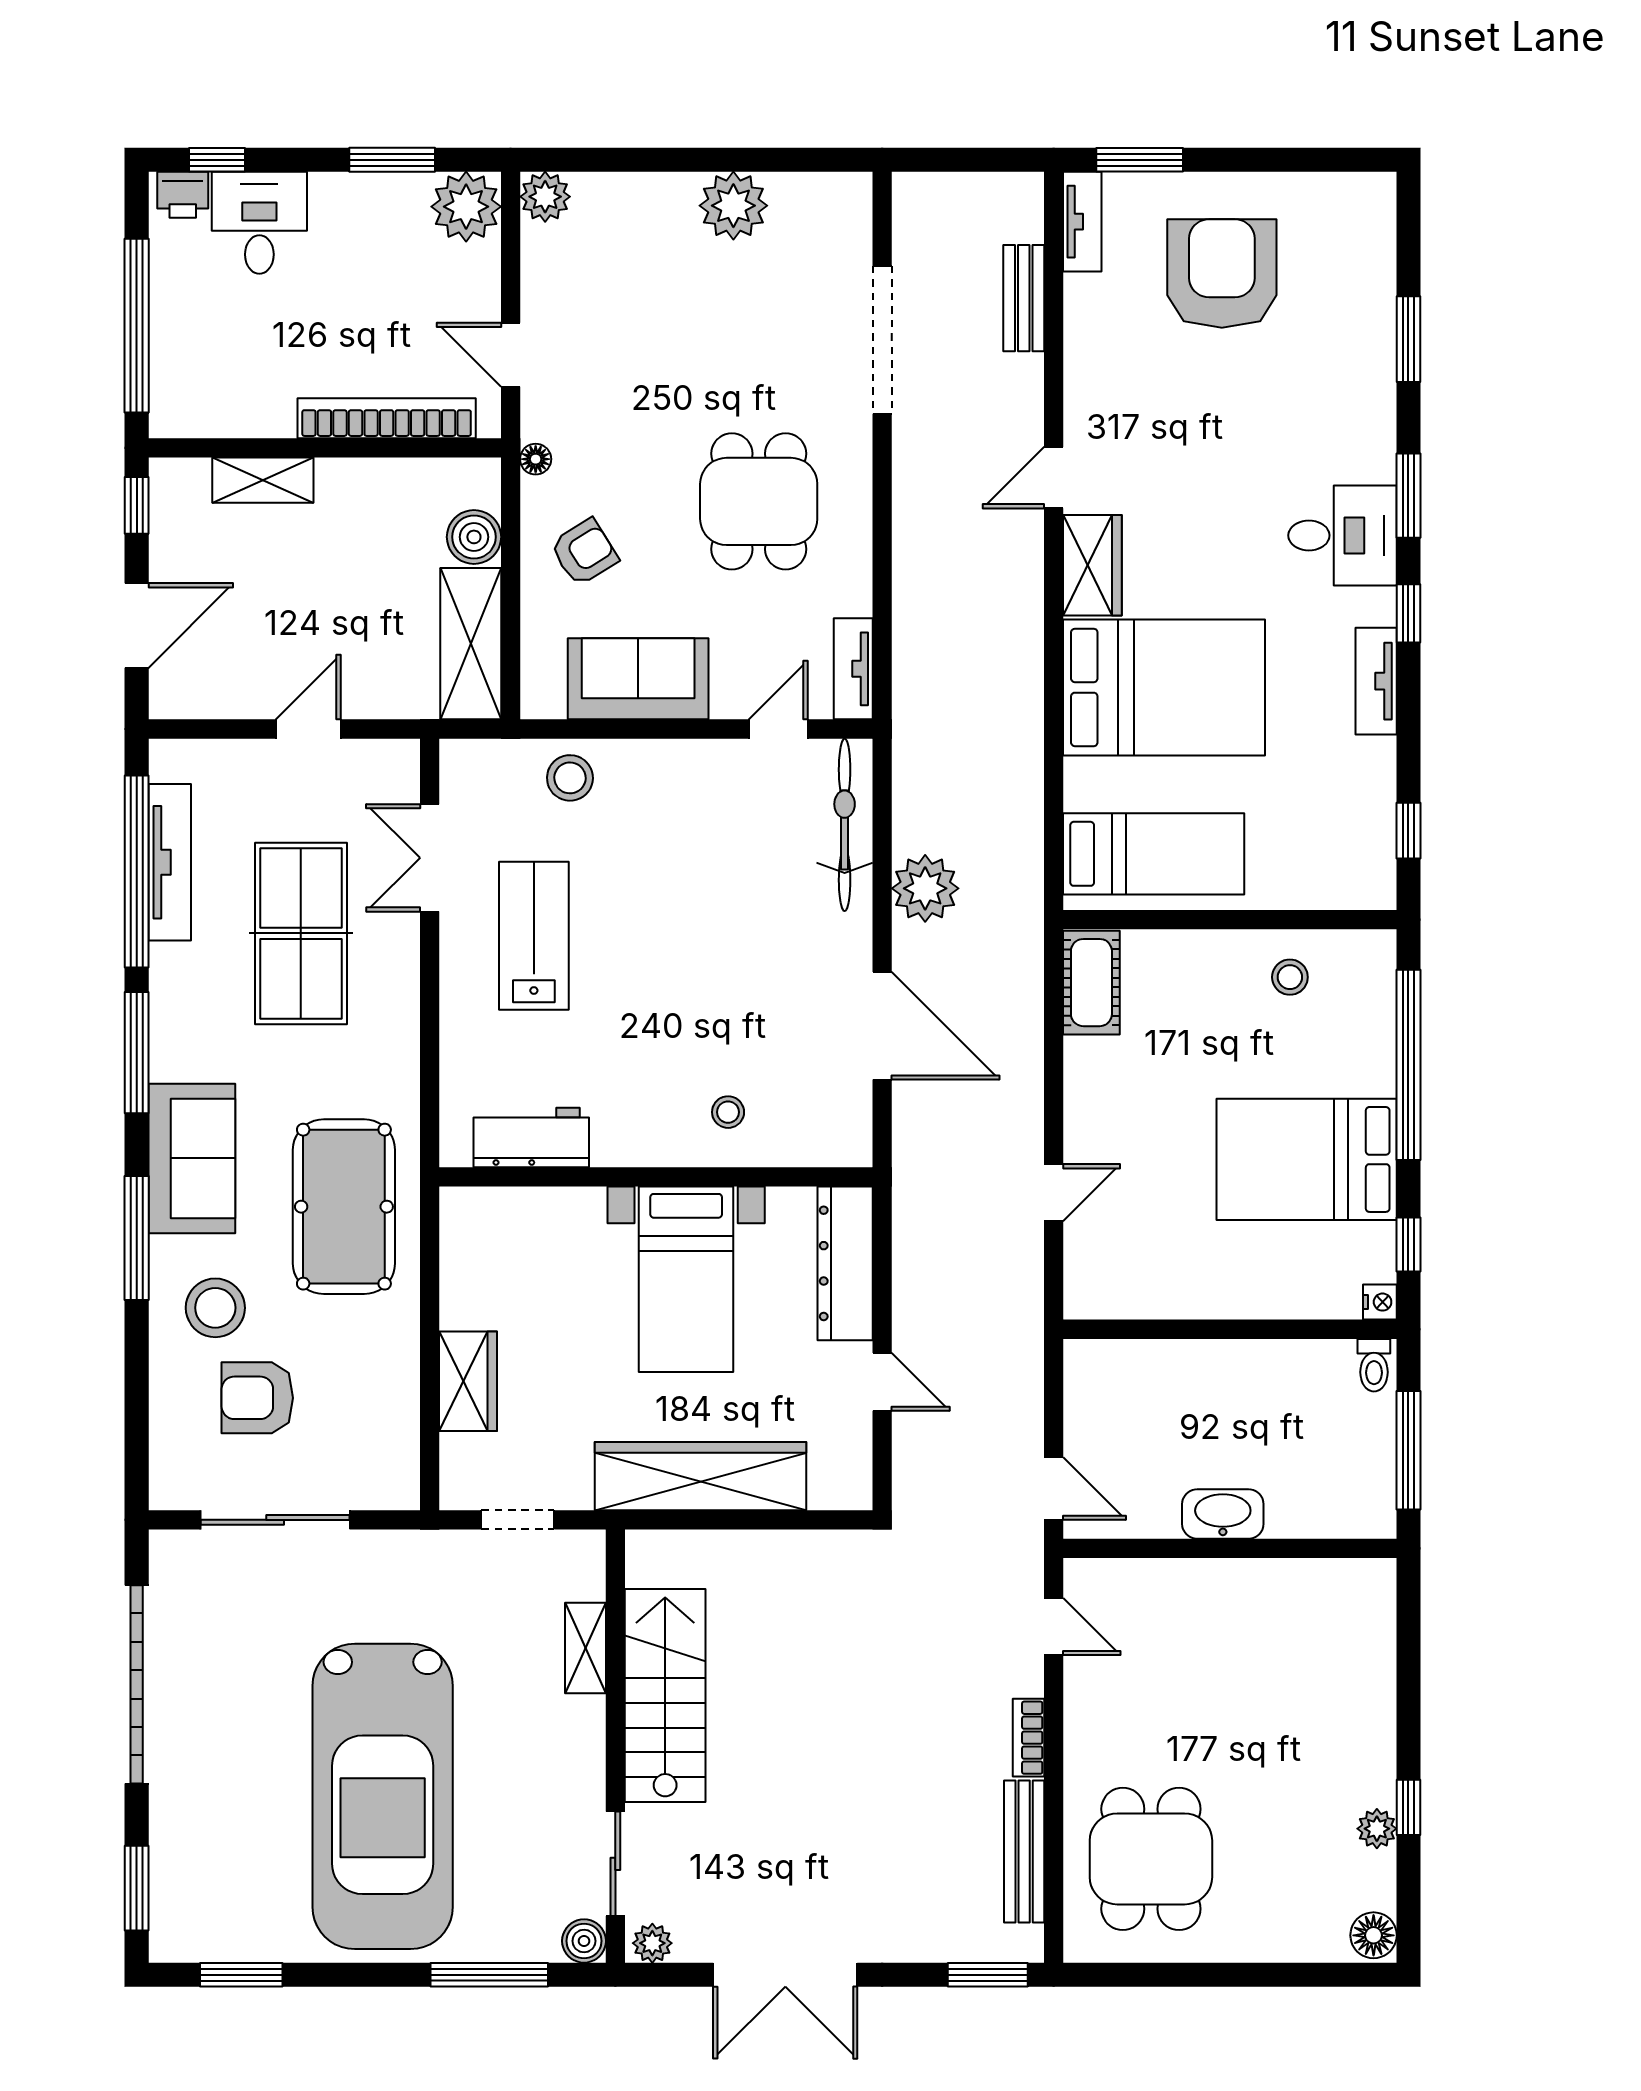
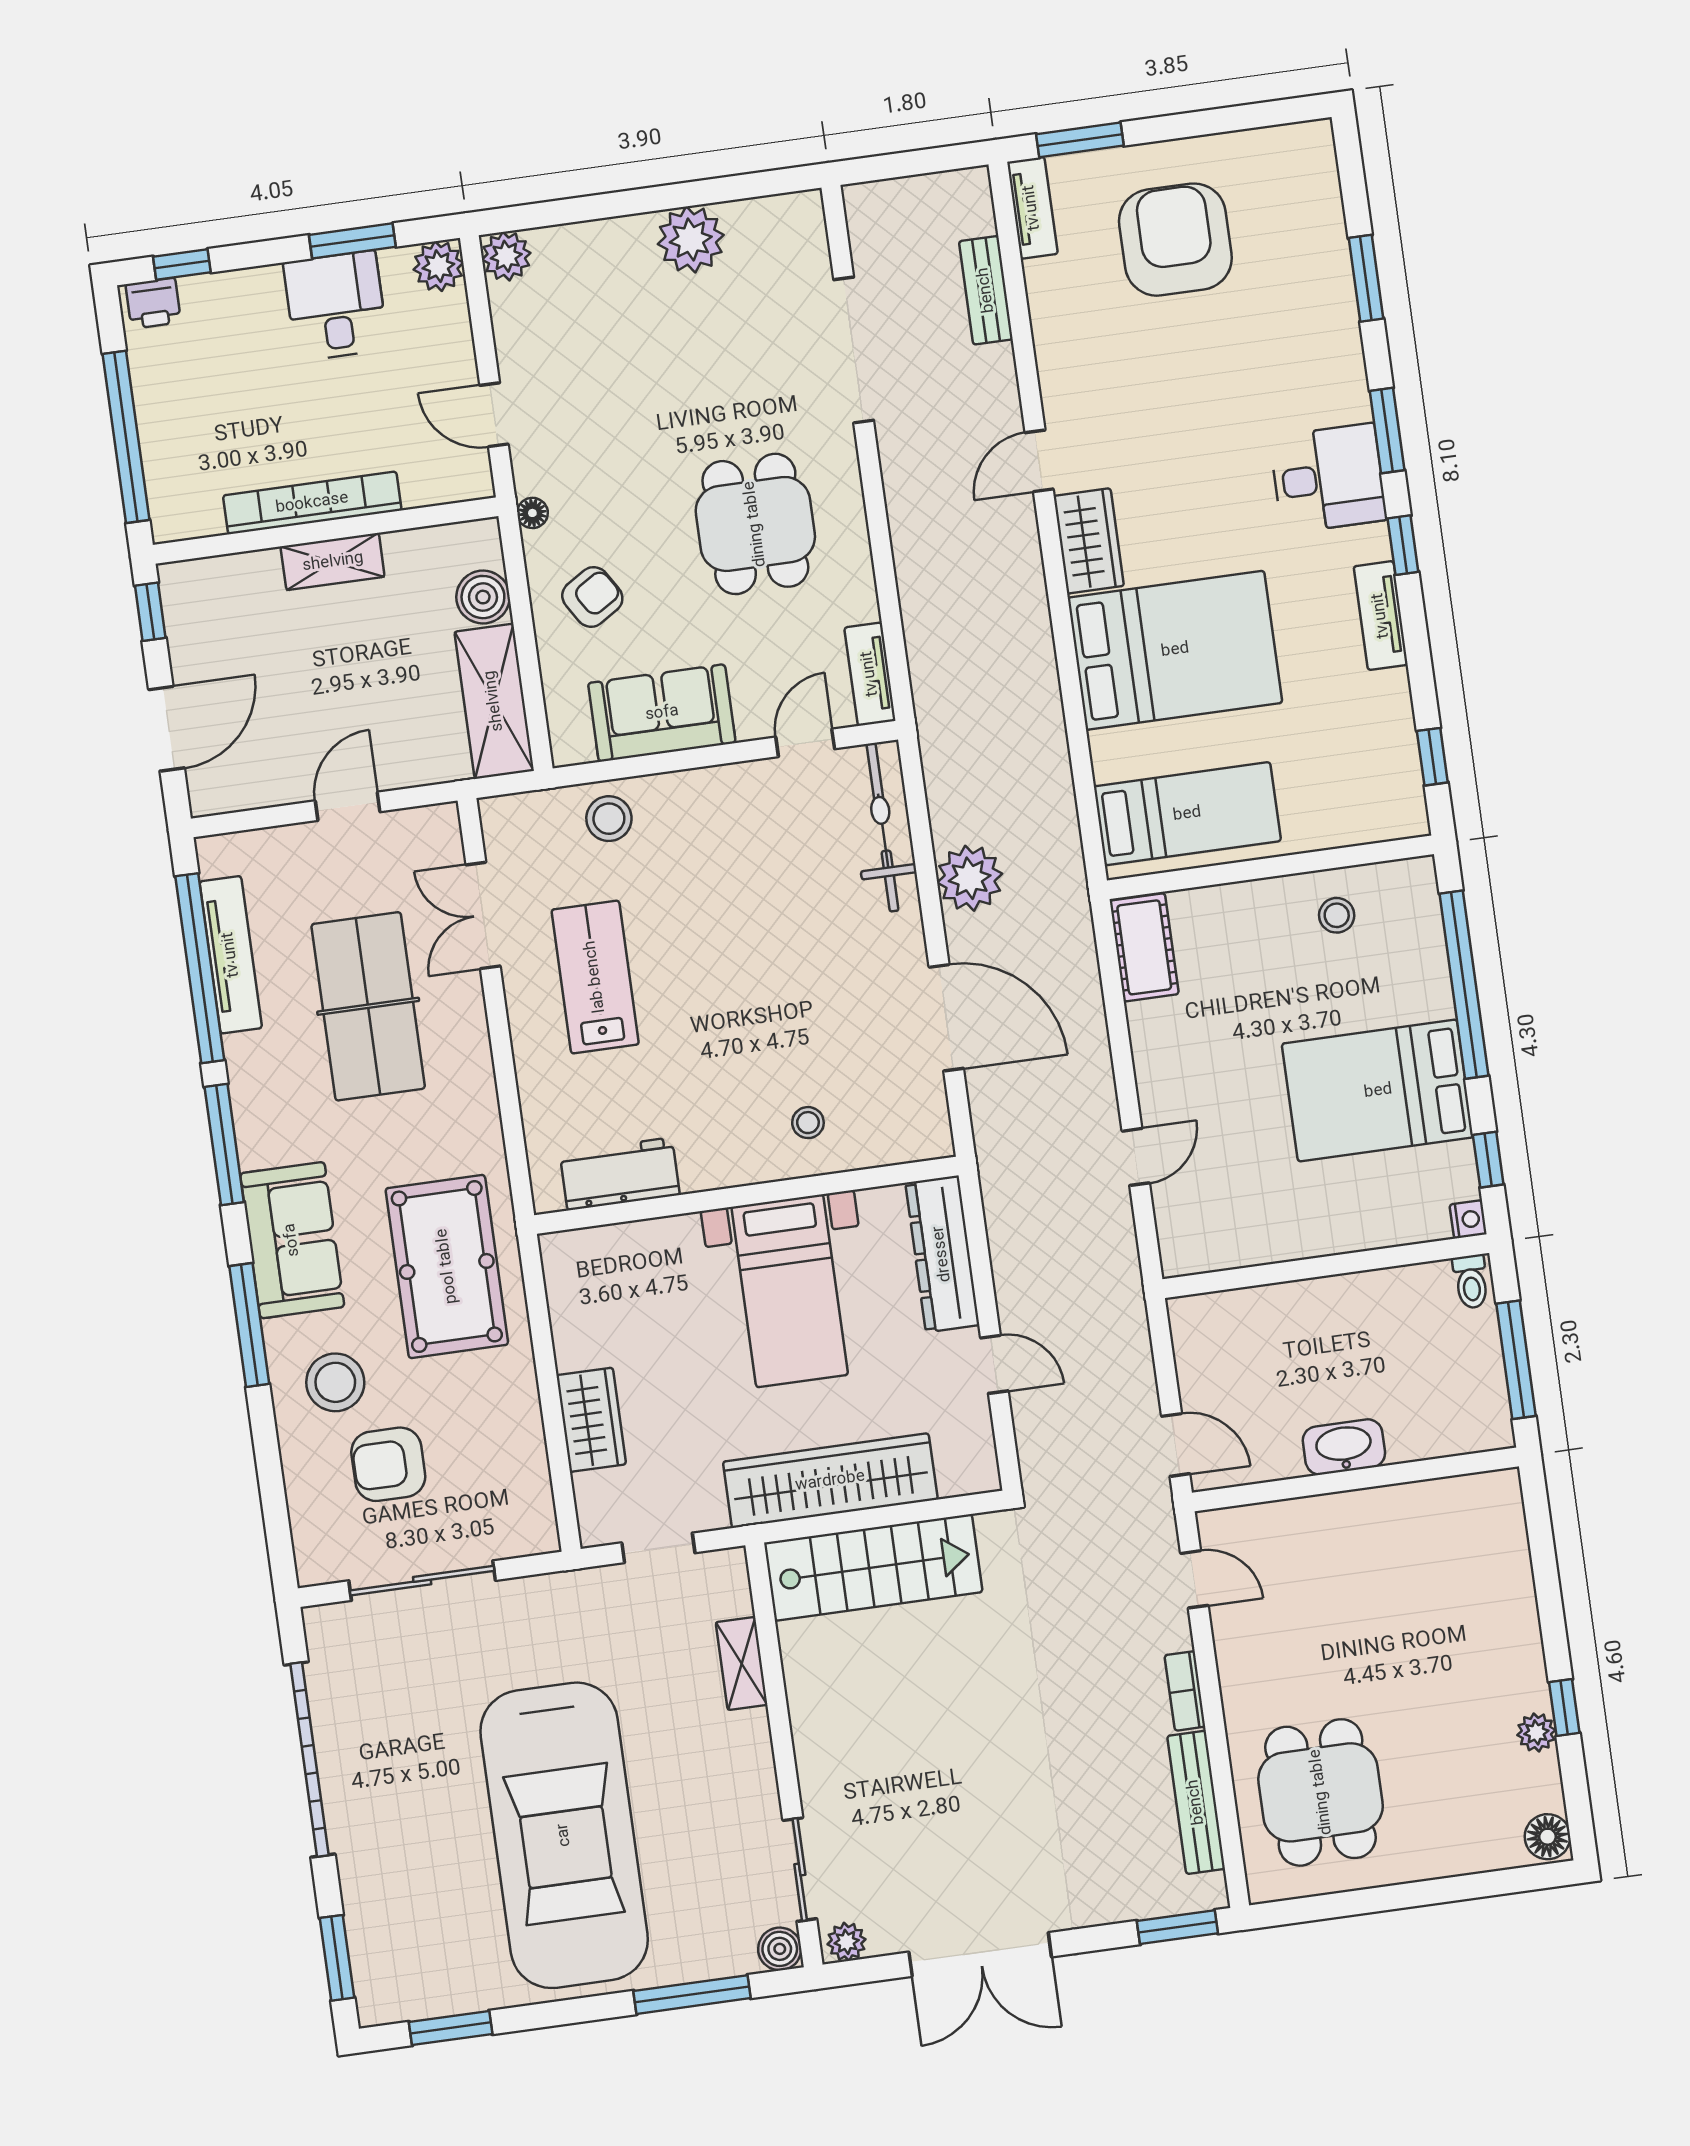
plant: (466, 207) -> (438, 266), width x0.73, depth x0.73
desk: (259, 223) -> (336, 306), moved
bookcase: (387, 418) -> (312, 503), moved
shelving: (263, 480) -> (333, 562), moved
stairs: (665, 1695) -> (873, 1567), moved, turned 90

